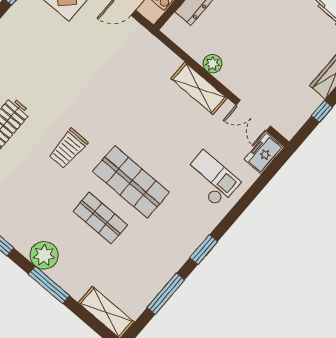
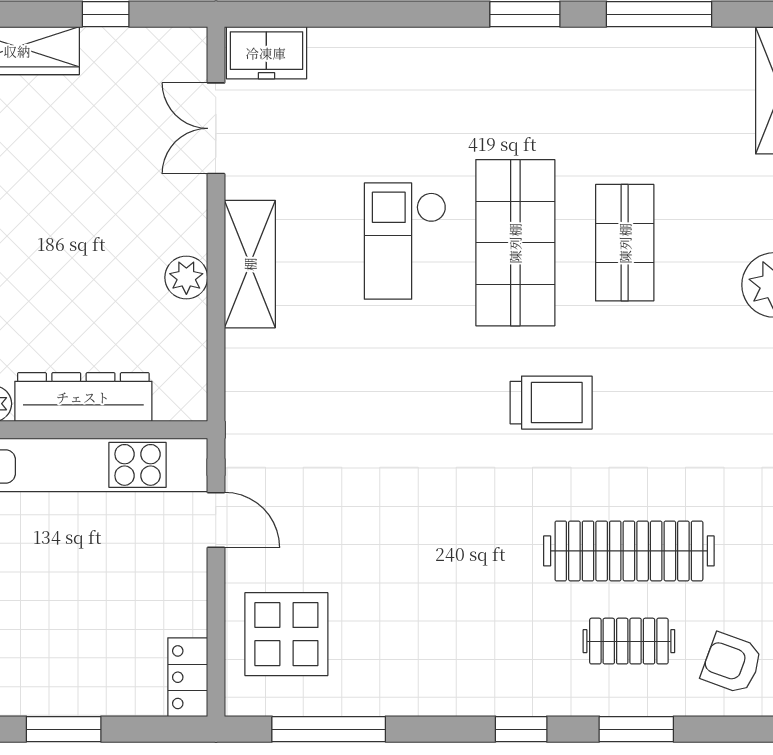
double door: (253, 116) -> (216, 128), swing flipped
checkout: (211, 179) -> (405, 241), moved

